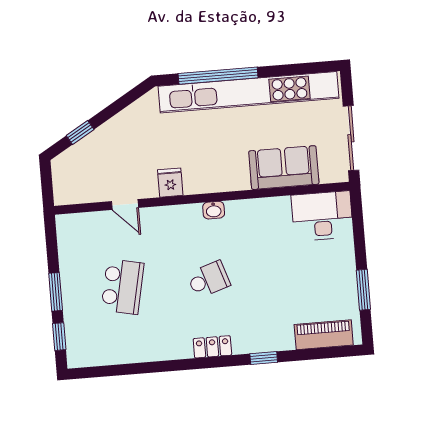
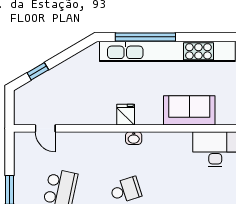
fridge: (170, 183) -> (126, 115), moved
door: (125, 205) -> (45, 128), moved

